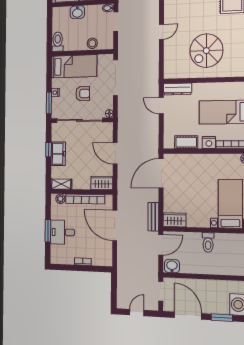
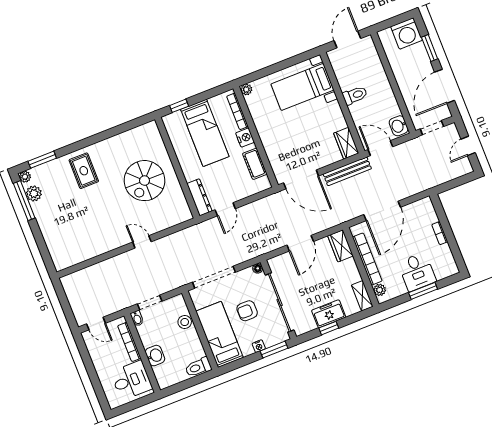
spiral stairs: (206, 51) -> (145, 181), turned 90
armchair: (83, 94) -> (247, 311), turned -90
bench: (153, 217) -> (347, 171), width x1.36
door: (137, 313) -> (468, 146), hinge flipped

